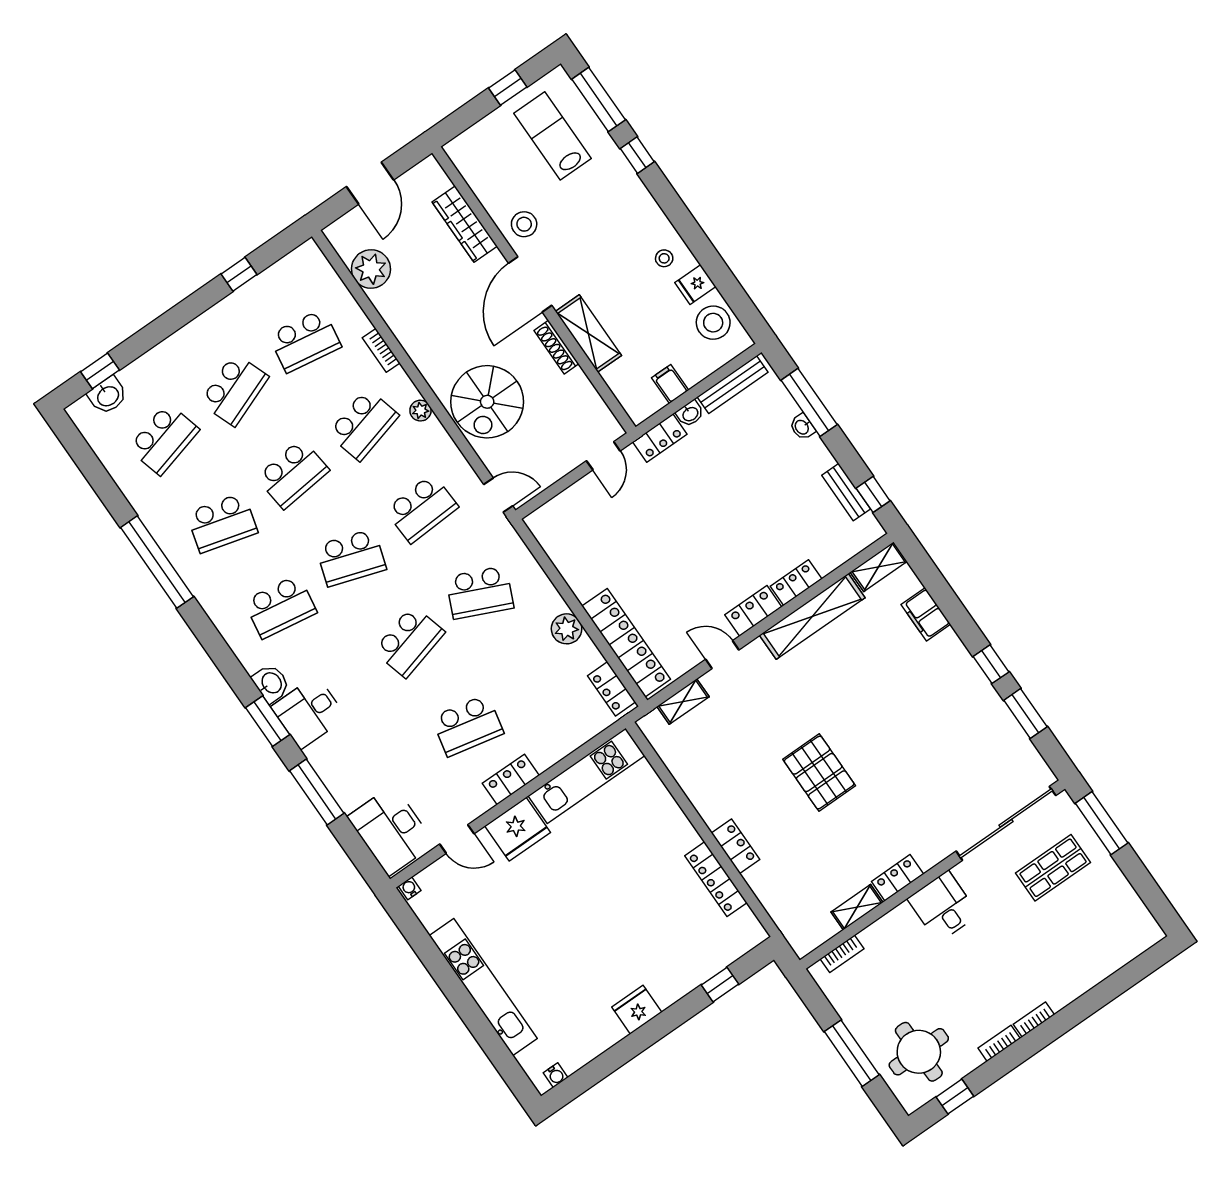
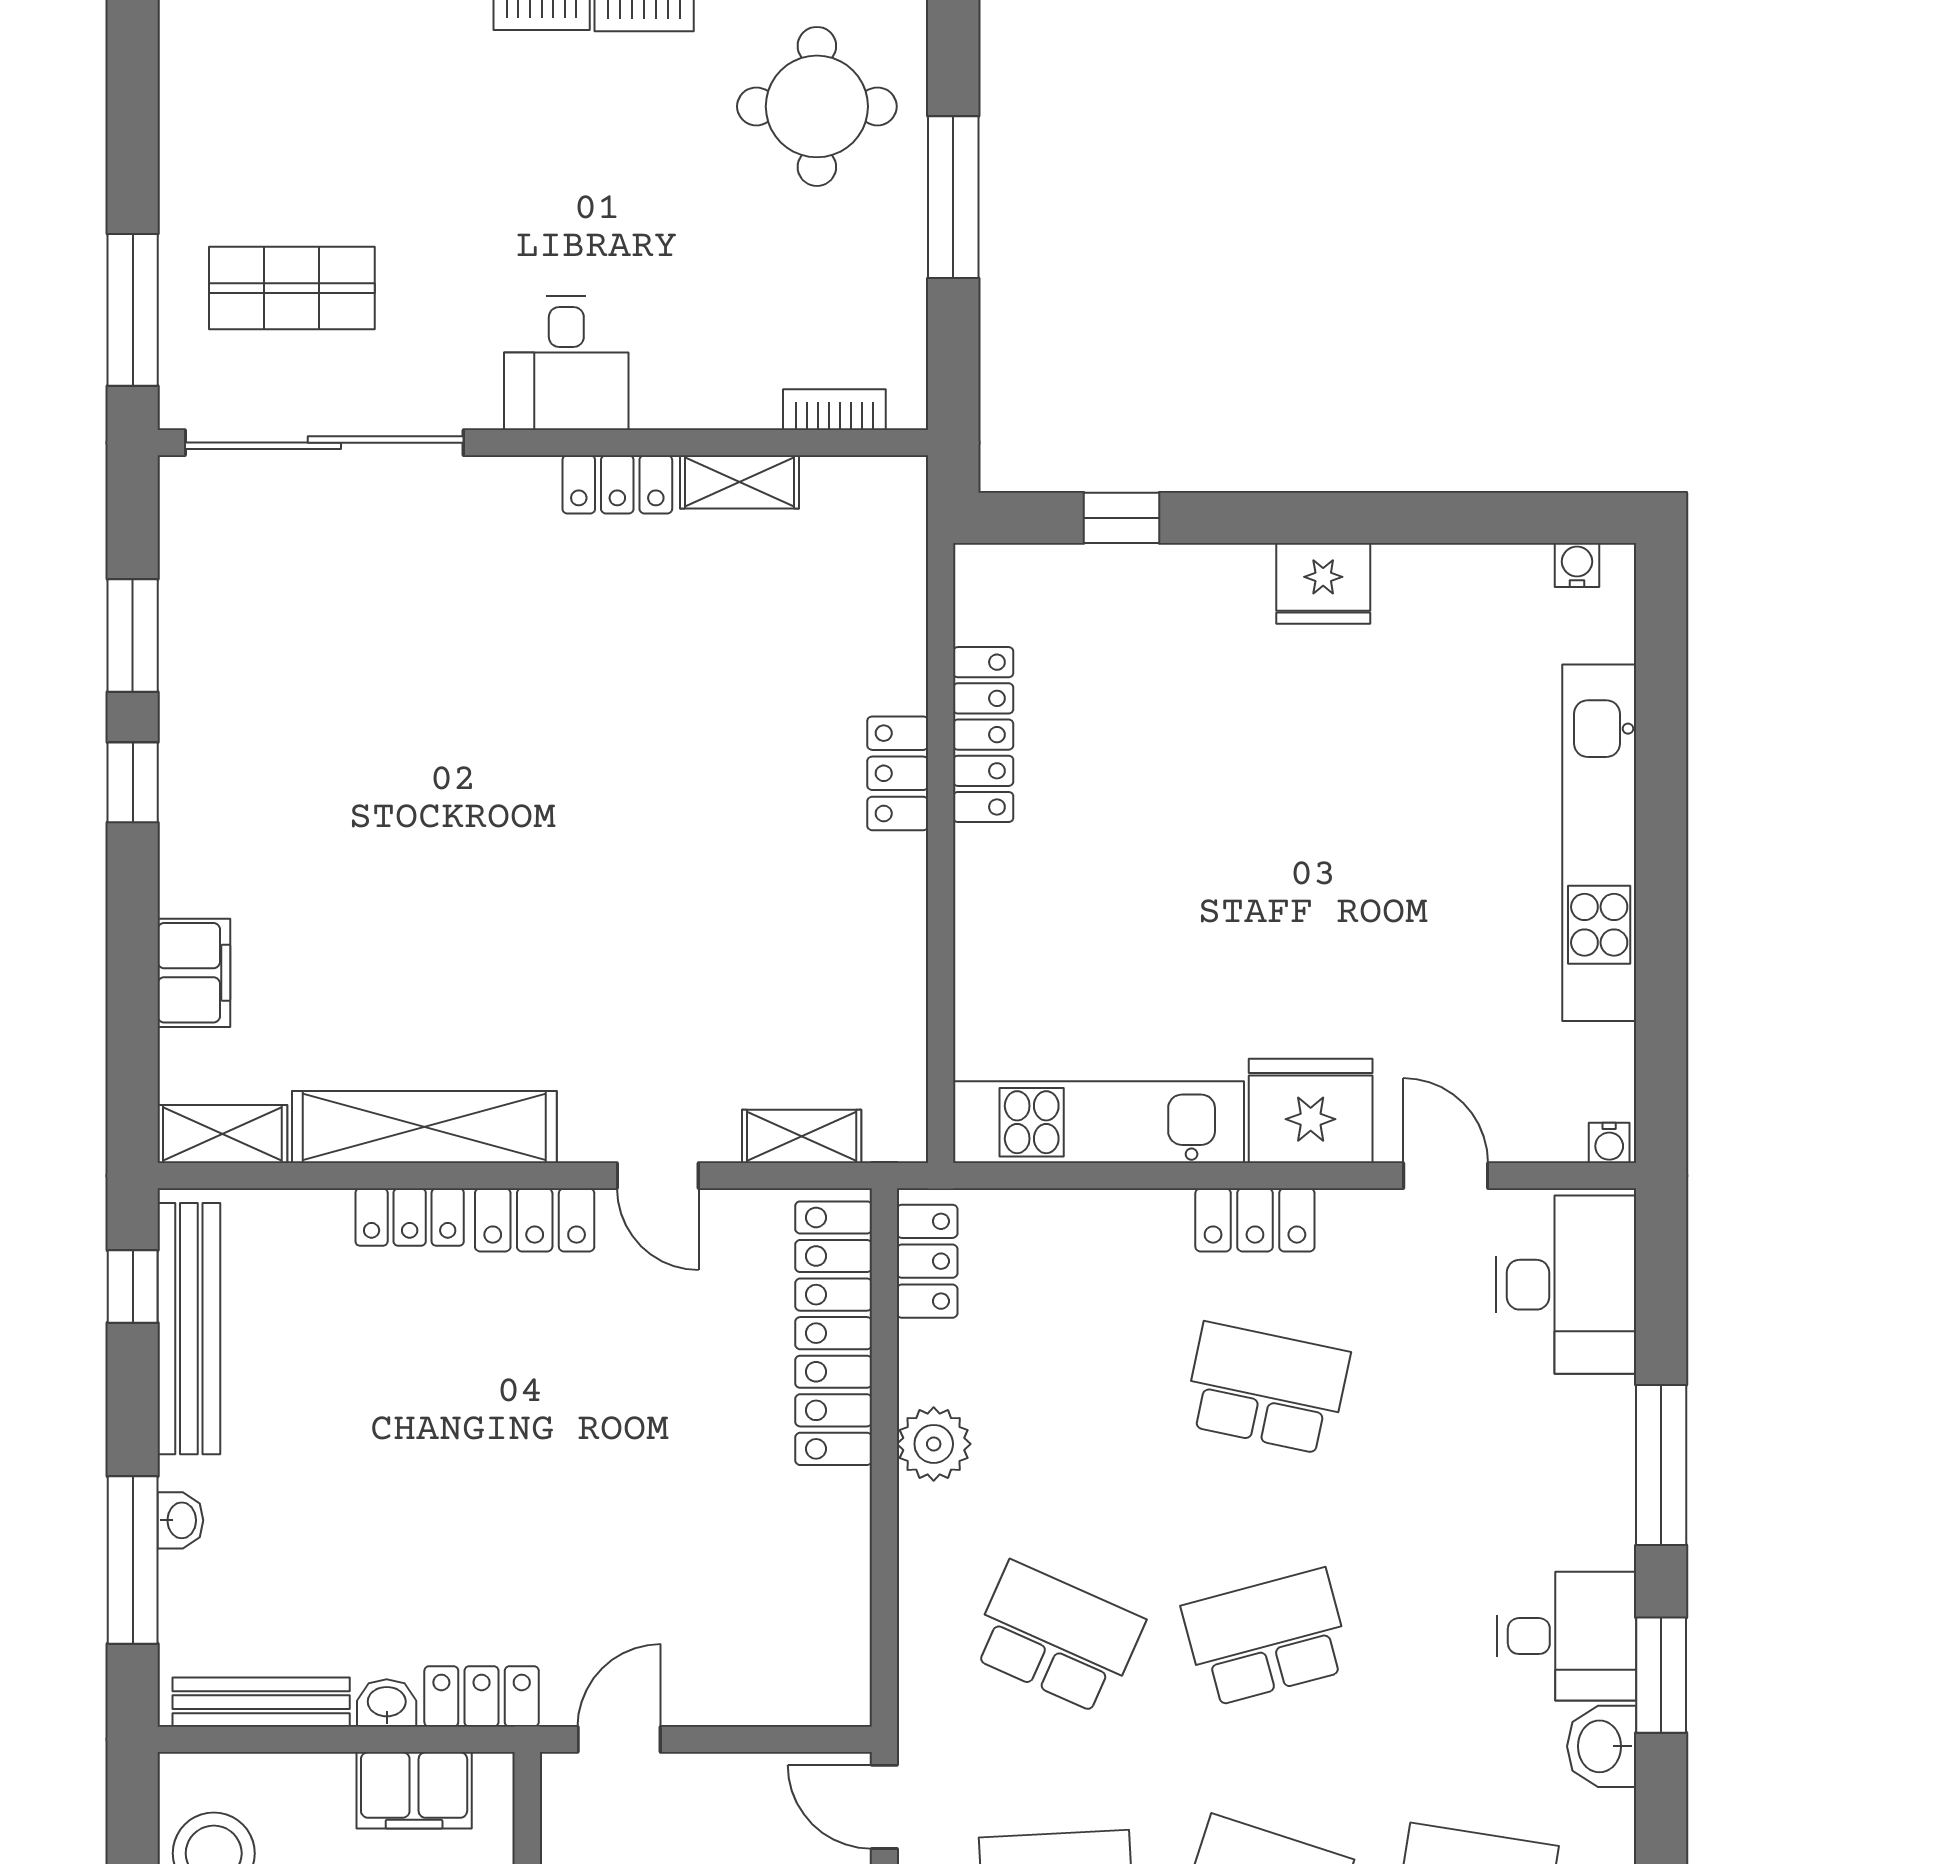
filing cabinet: (670, 384) -> (414, 1790), width x2.00
bench: (846, 492) -> (189, 1329), width x1.86, depth x1.21
pallet: (819, 773) -> (628, 805), removed

